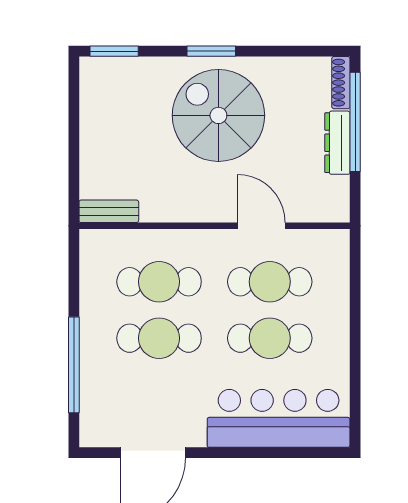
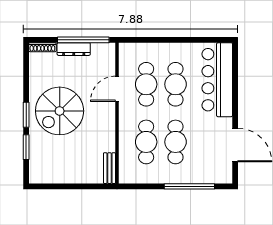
window: (114, 51) -> (26, 147), moved
window: (355, 122) -> (83, 40), moved

